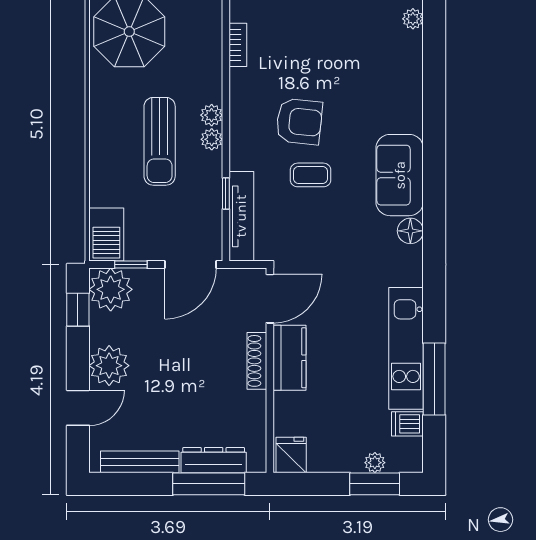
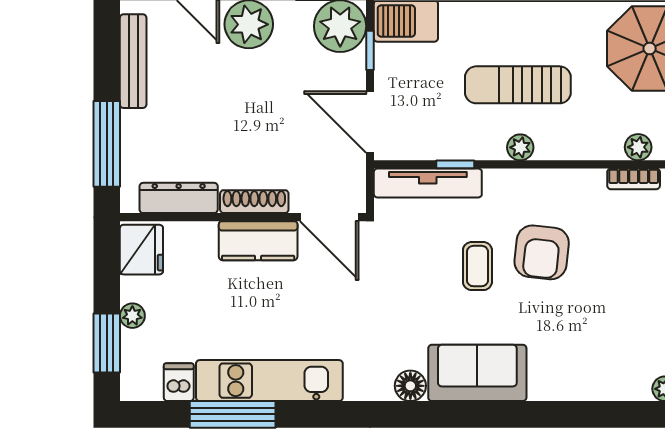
plant: (212, 115) -> (638, 147), moved
fridge: (291, 455) -> (141, 250), width x1.38
dresser: (214, 460) -> (179, 198), moved, turned -90
plant: (375, 463) -> (132, 316), moved

